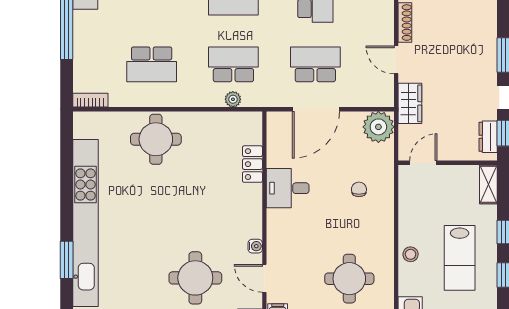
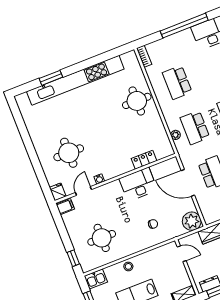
school desk: (233, 64) -> (195, 128), turned 180
desk: (288, 188) -> (138, 184), width x1.37

